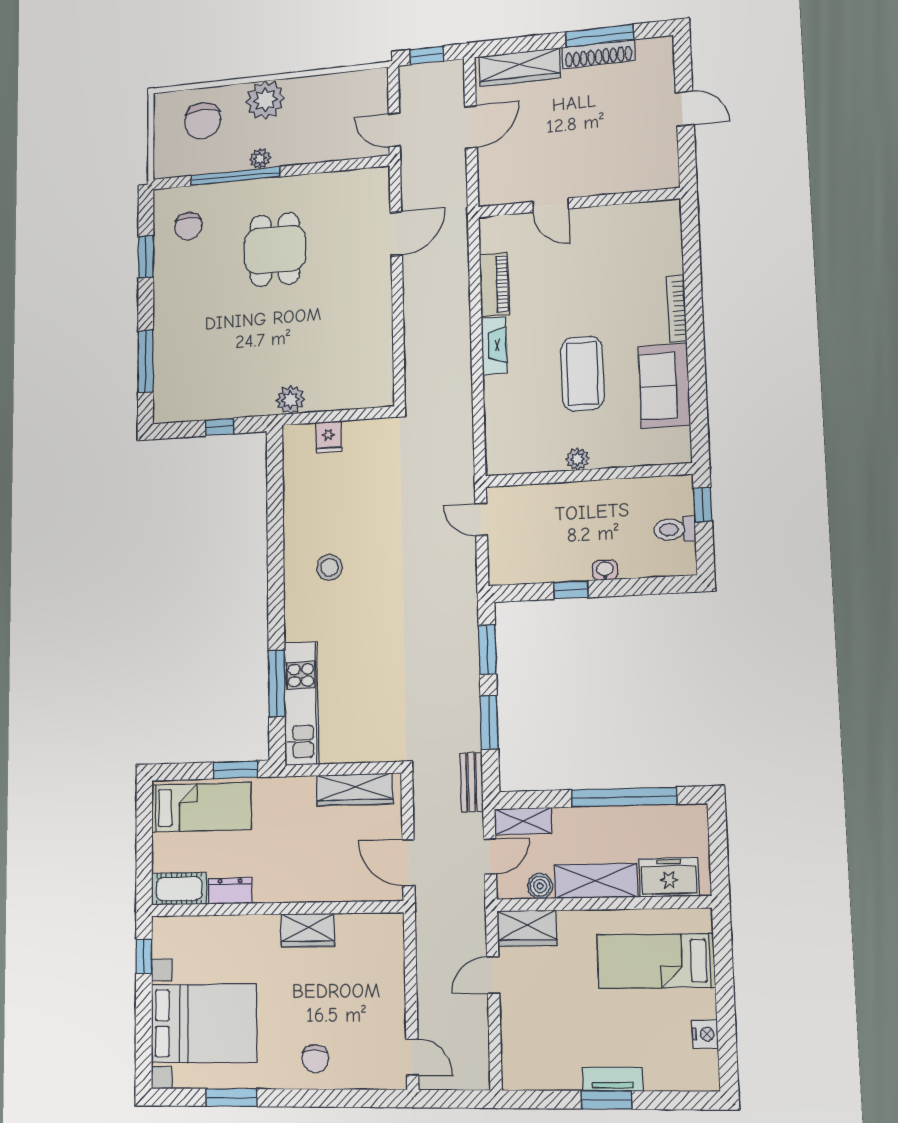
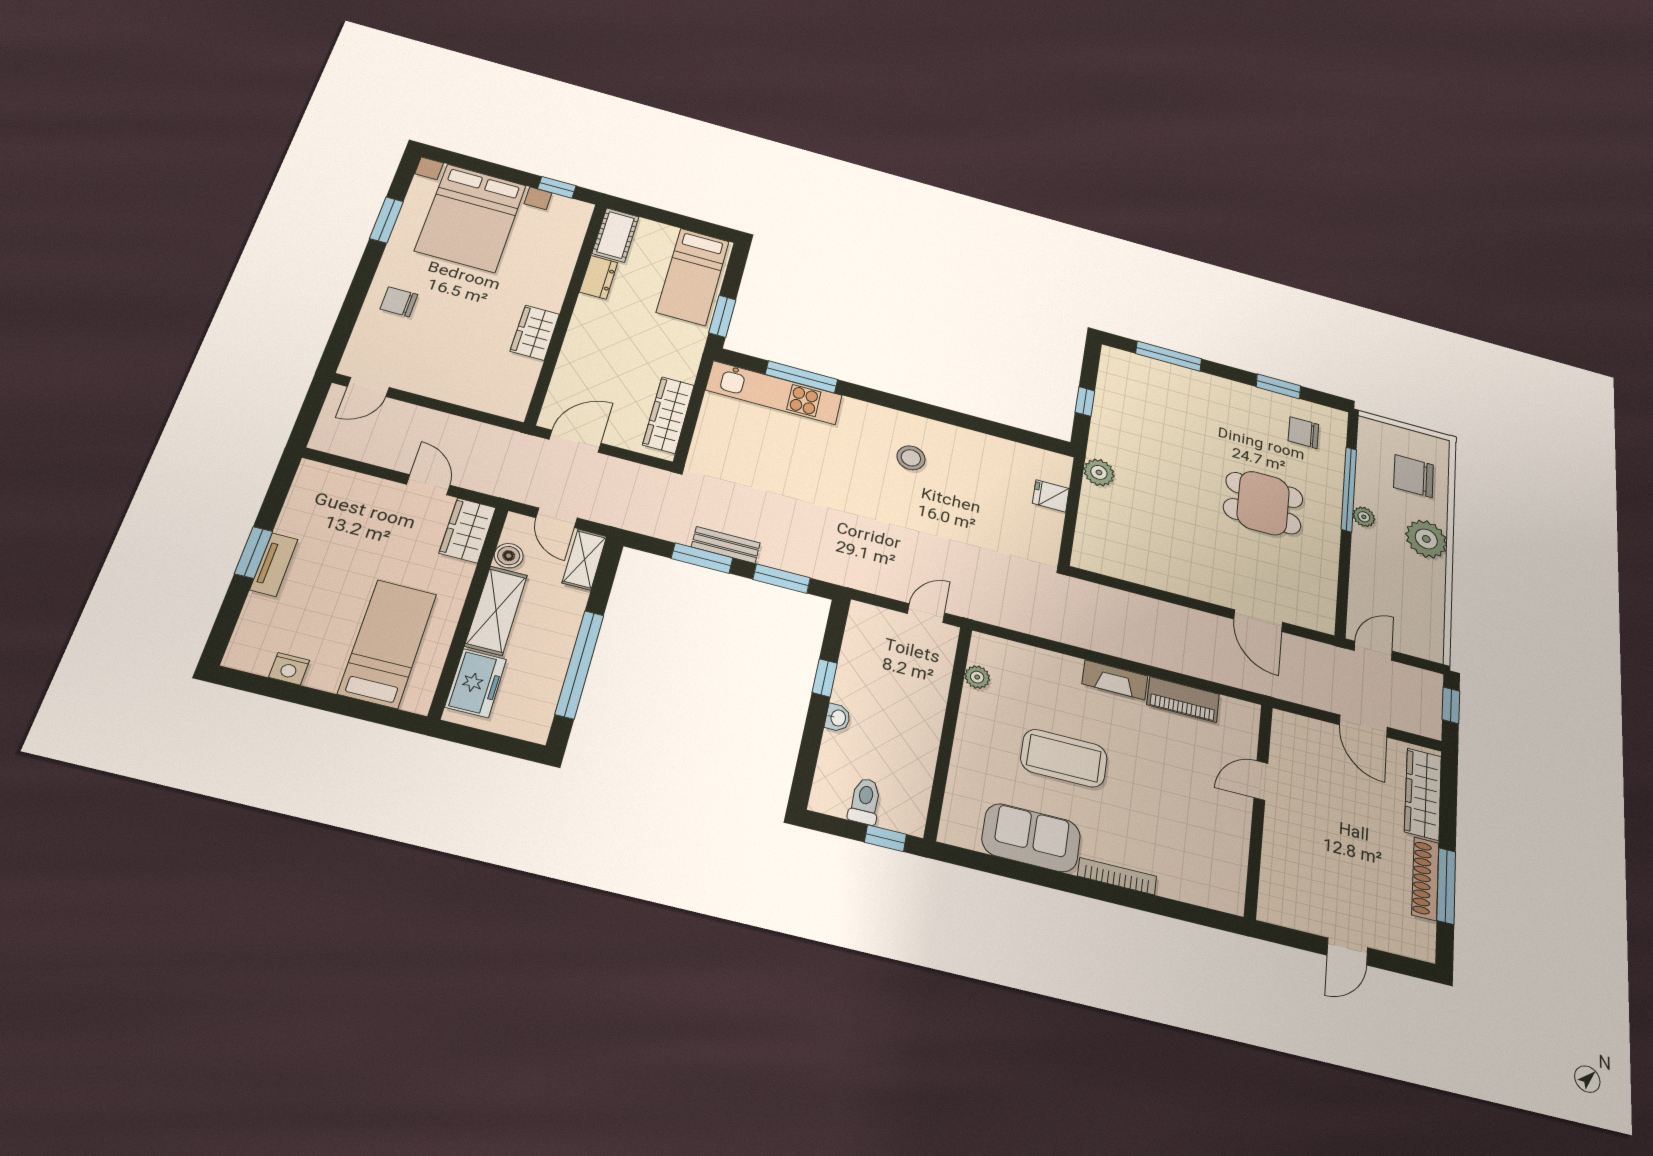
plant: (577, 459) -> (977, 677), moved
bench: (472, 782) -> (726, 545), moved

